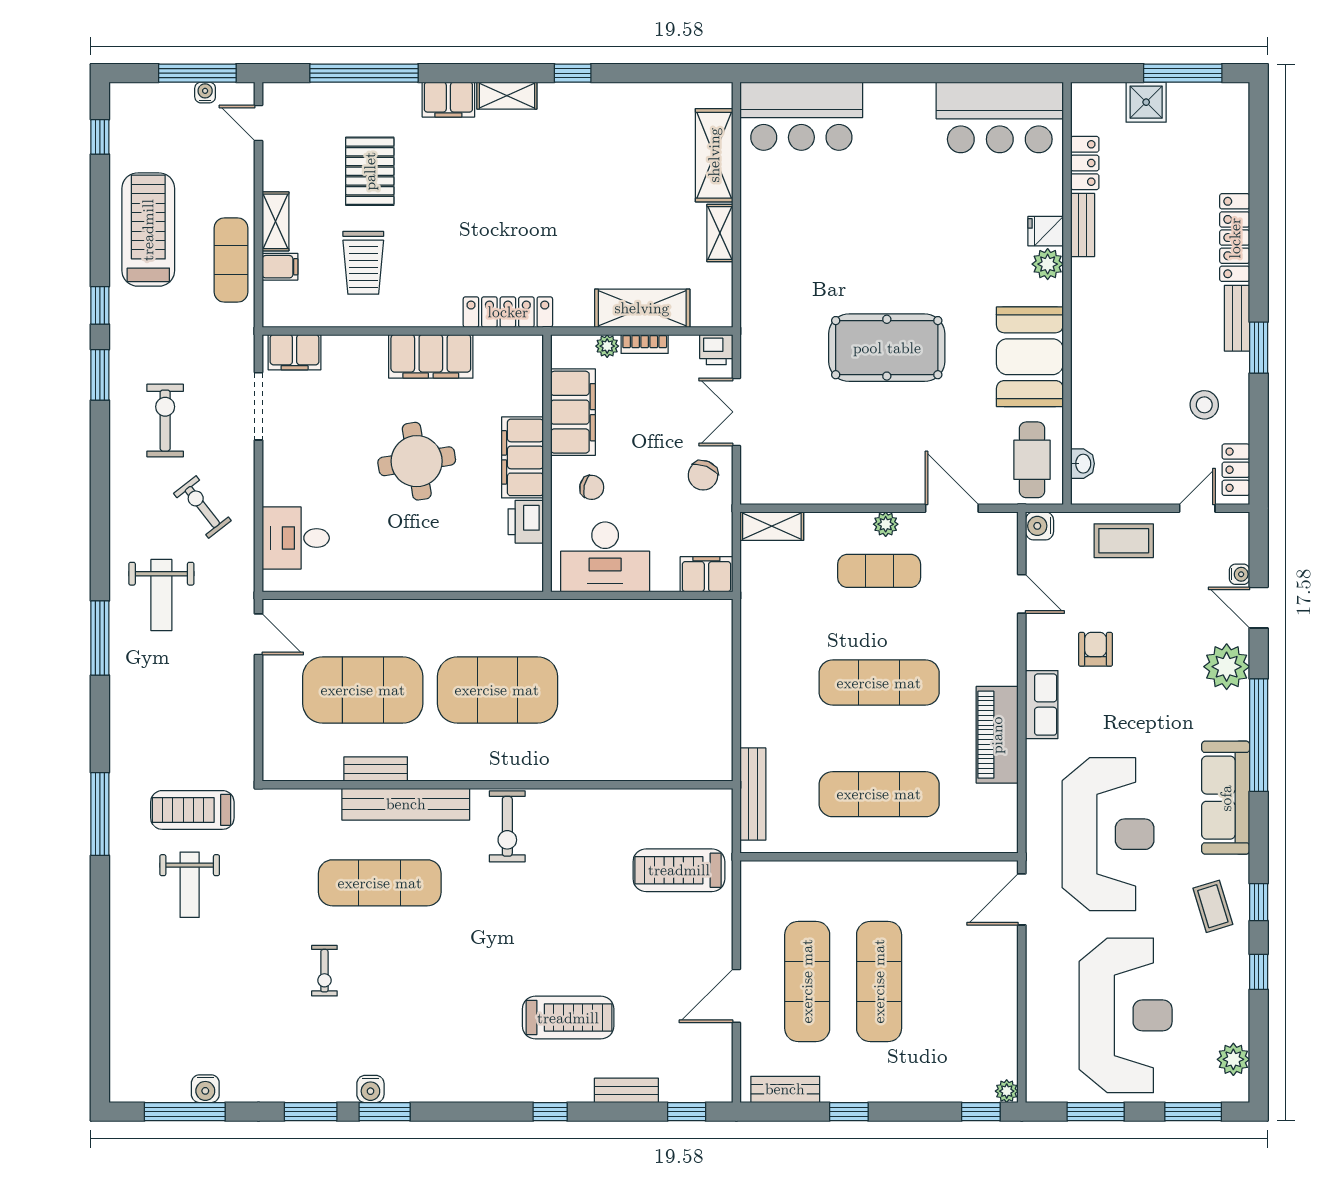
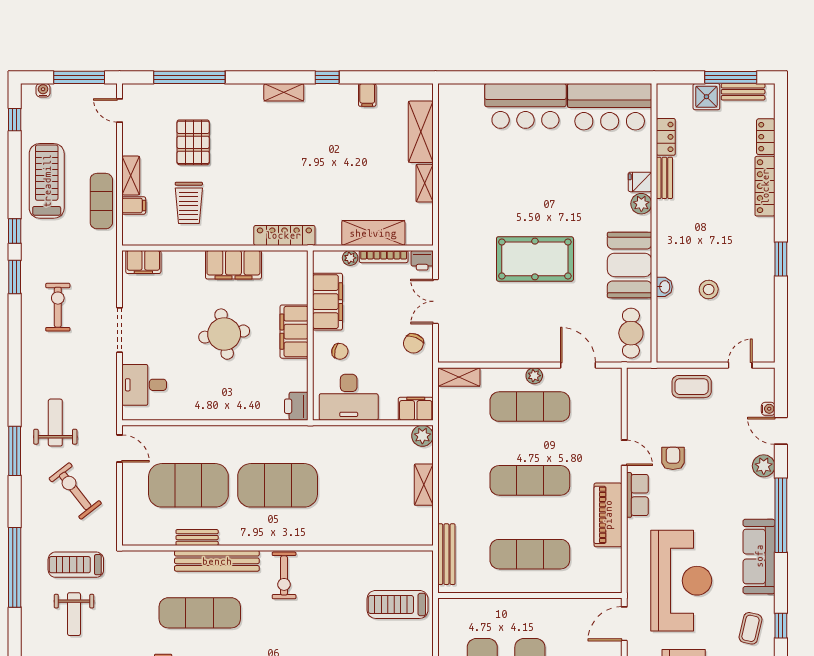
water cooler: (205, 92) -> (43, 90), moved
filing cabinet: (448, 100) -> (367, 95), moved, width x0.50
bar counter: (801, 116) -> (525, 106), moved
bench: (1237, 318) -> (743, 92), moved, turned 90
bookcase: (645, 344) -> (384, 257), width x1.56
stool: (1204, 405) -> (709, 290), moved
doorway: (259, 406) -> (120, 330), moved
washbasin: (1082, 464) -> (664, 287), moved
locker: (1236, 470) -> (766, 137), moved
exercise bike: (202, 507) -> (75, 491), moved, width x1.38, depth x1.39
printer: (526, 522) -> (296, 406), moved
water cooler: (1040, 526) -> (636, 377), removed
exercise mat: (879, 571) -> (530, 407), width x1.36, depth x1.45
door: (1022, 594) -> (624, 453), moved
weight bench: (161, 595) -> (55, 423), turned 180
plant: (717, 615) -> (422, 436), added
plant: (1227, 667) -> (764, 466), width x0.73, depth x0.73
shelving: (719, 689) -> (424, 485), added
window: (100, 814) -> (15, 567), width x1.46
coffee table: (1213, 906) -> (751, 628), turned 30

